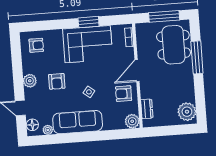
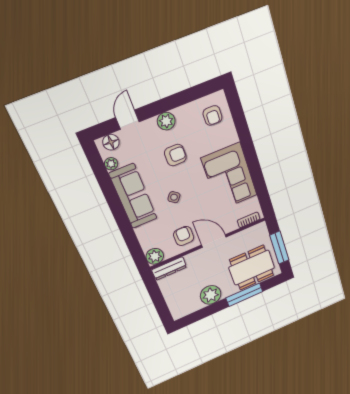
window: (89, 22) -> (255, 169), removed
armchair: (57, 81) -> (175, 155), turned 180
dresser: (147, 109) -> (169, 268), width x1.44
plant: (187, 112) -> (211, 295), moved

